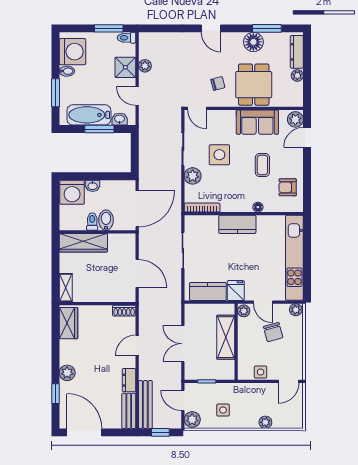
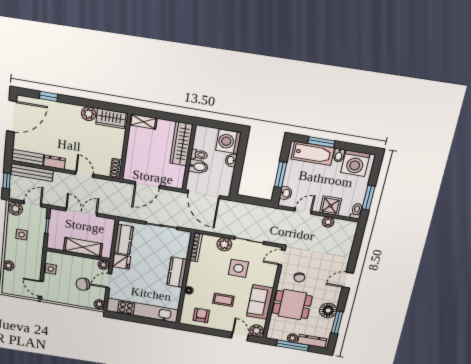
window: (307, 73) -> (292, 345), added
bathtub: (89, 115) -> (313, 153), moved, turned 90
plant: (67, 373) -> (89, 114), moved

